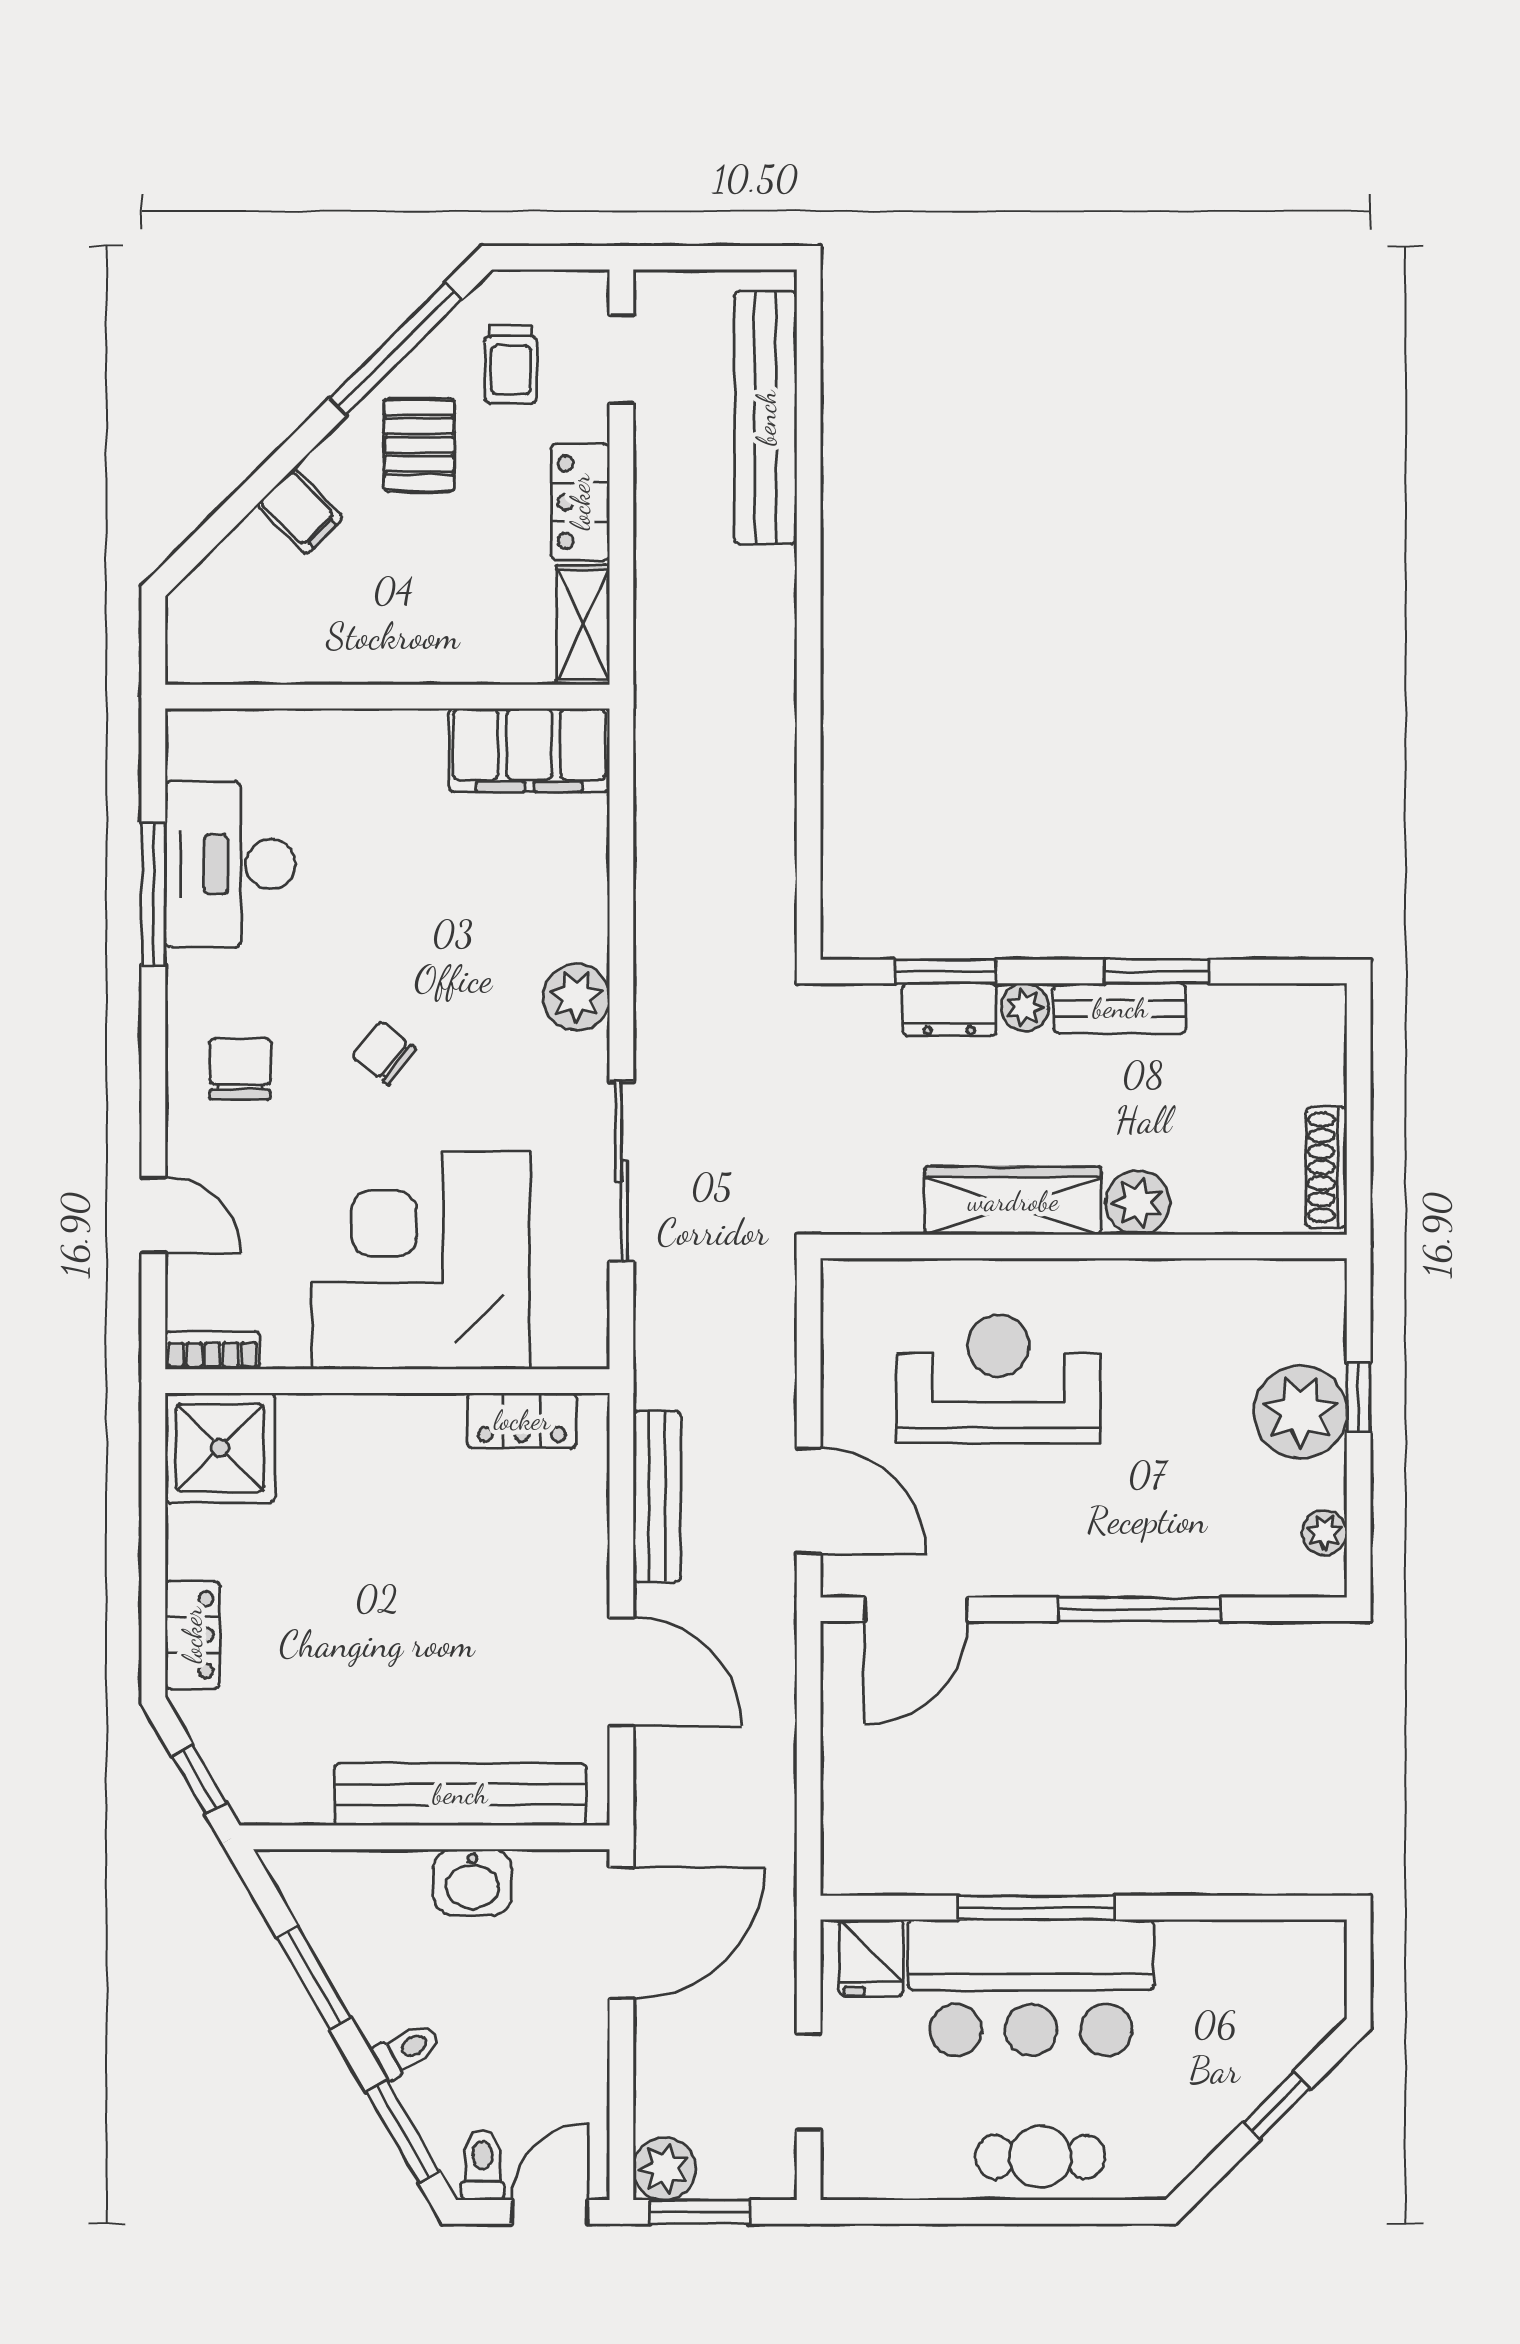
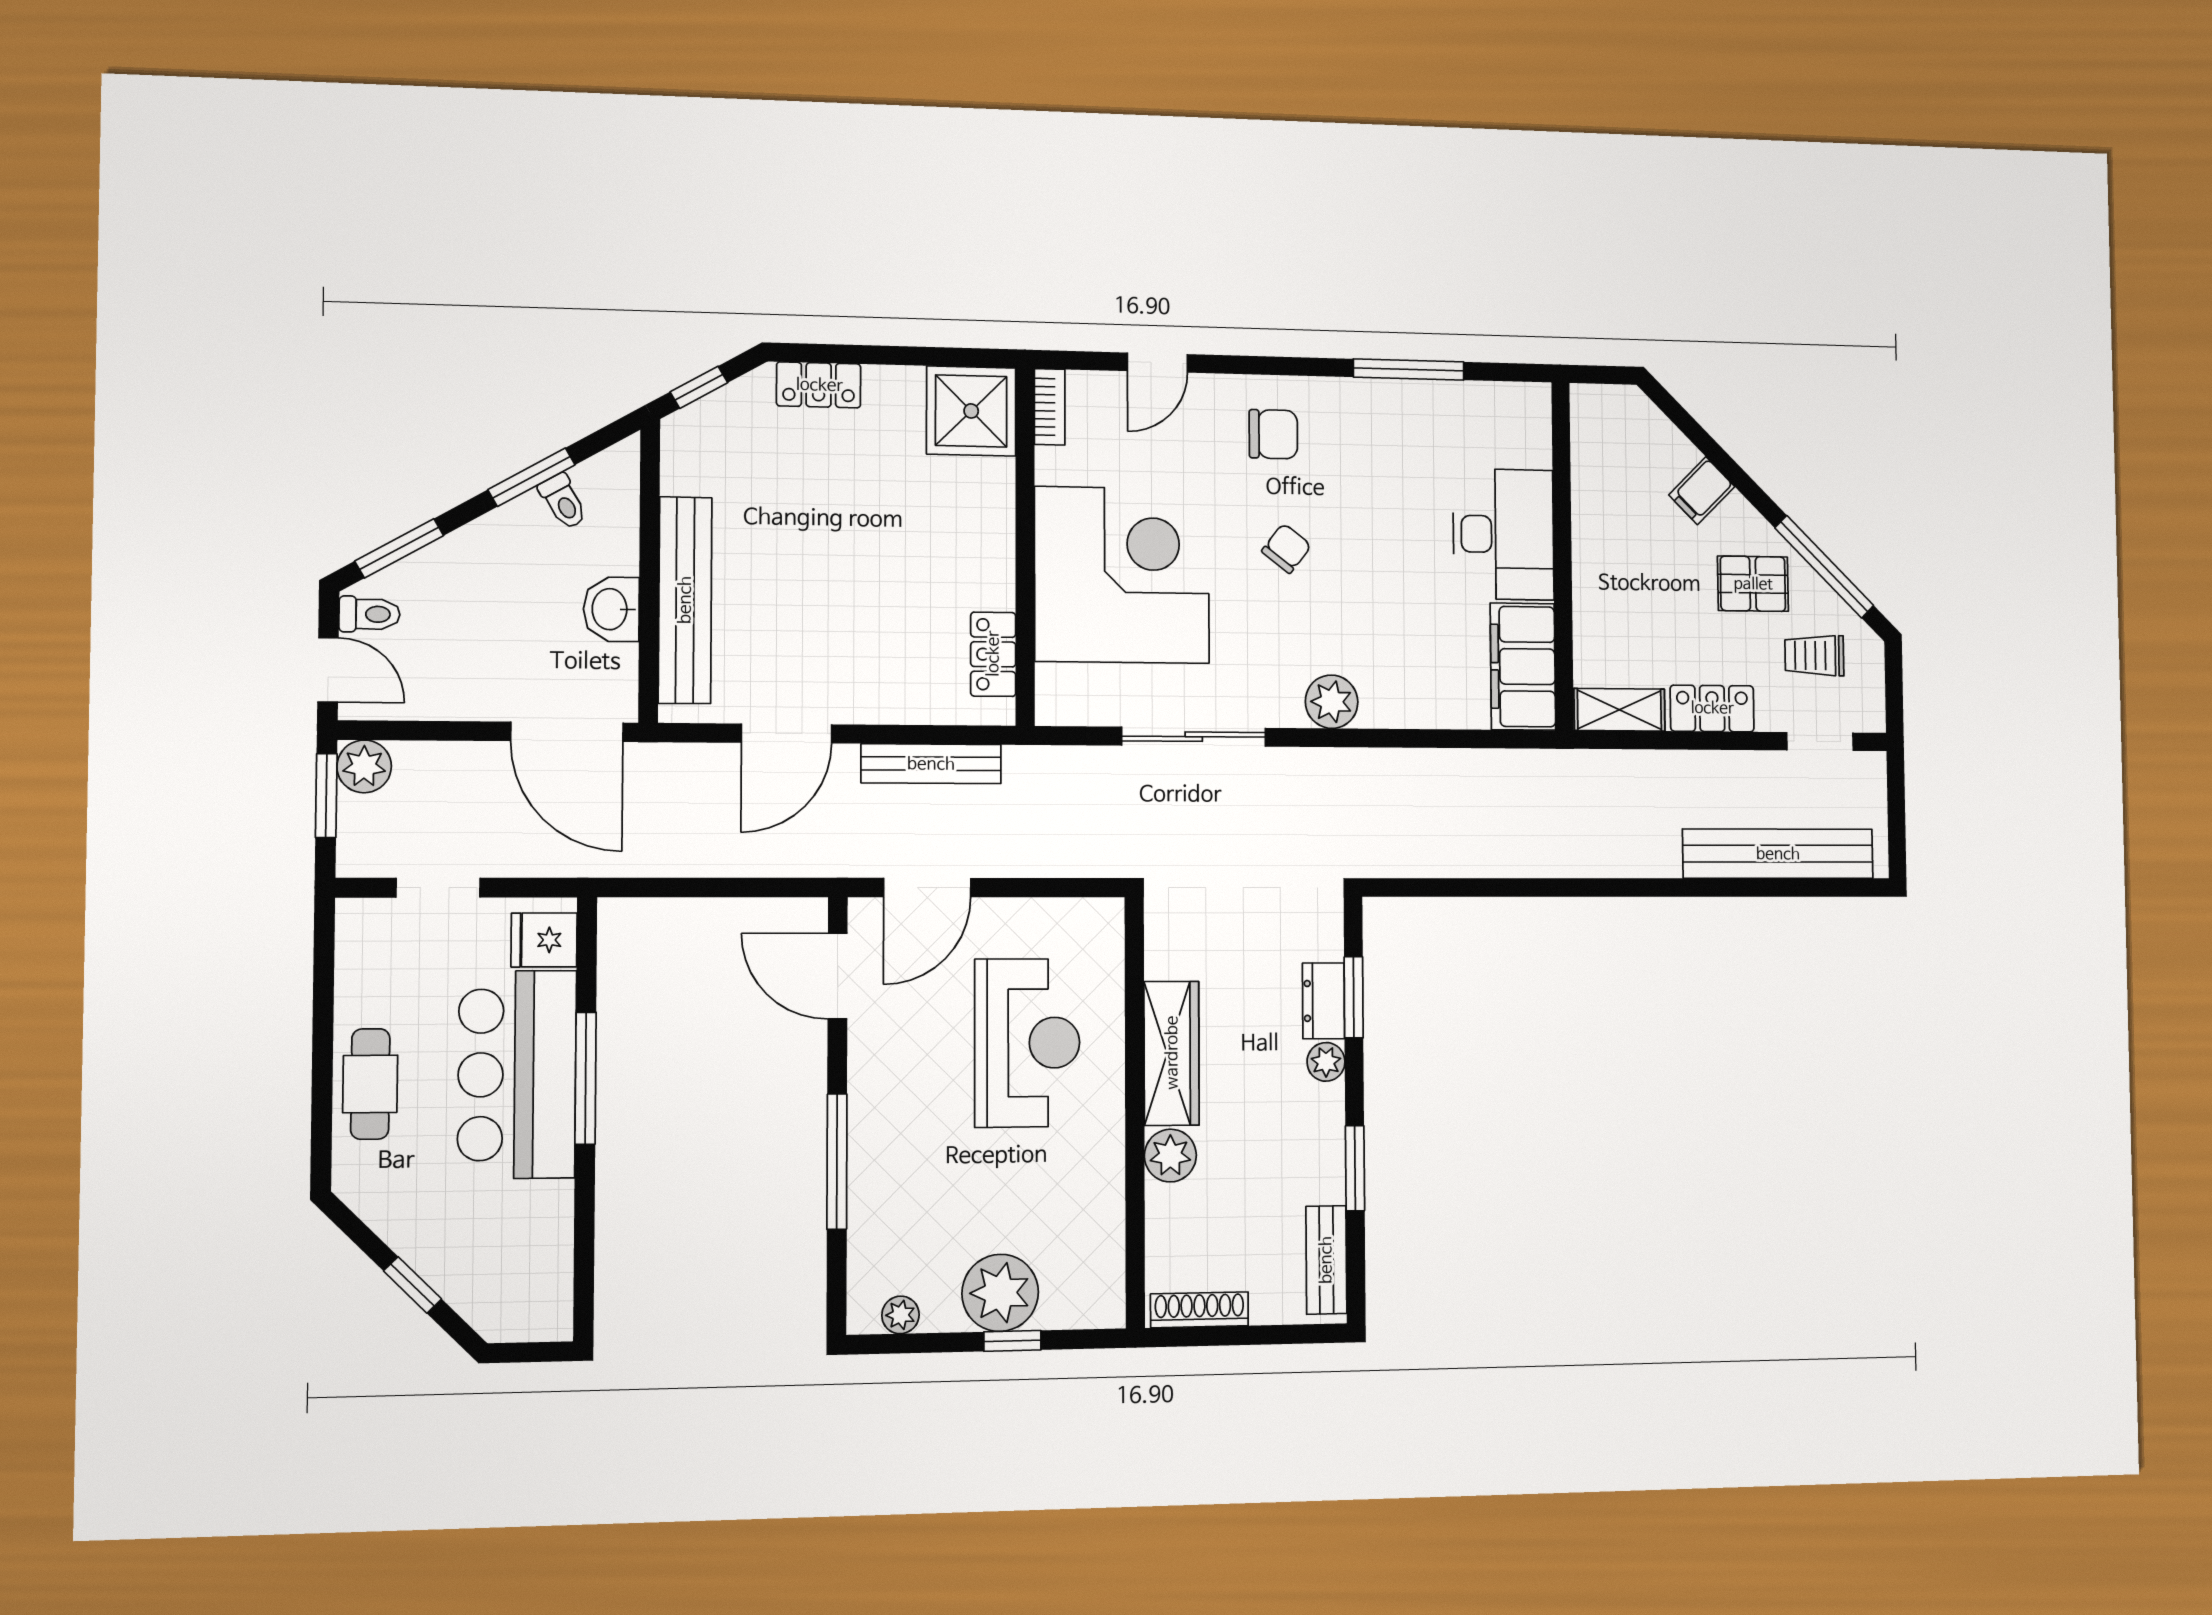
desk: (230, 864) -> (1503, 534), moved, turned 90
bench: (1120, 1008) -> (1326, 1260), moved
toilet: (406, 2050) -> (563, 501), moved

